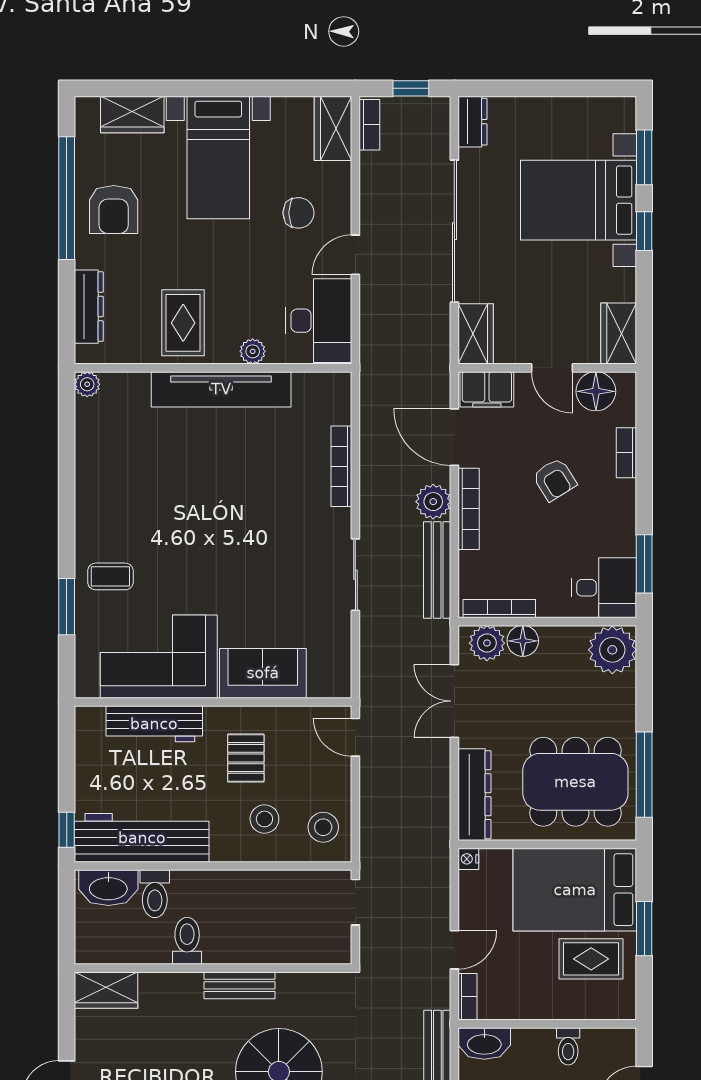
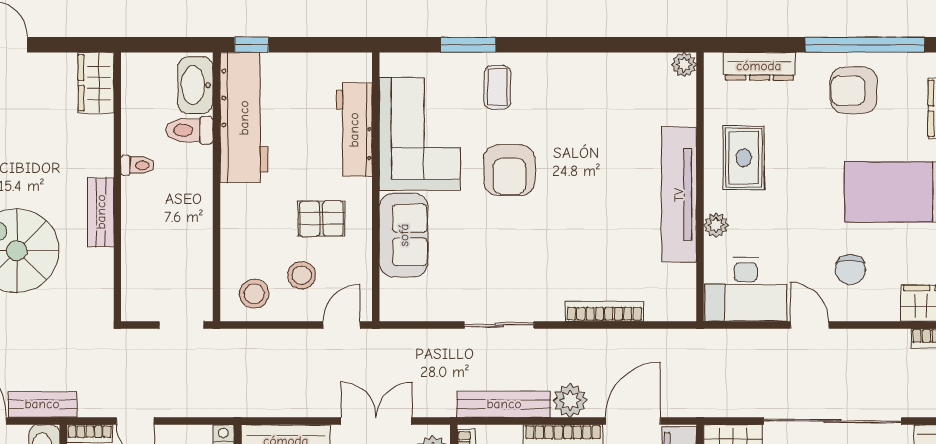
rug: (183, 323) -> (744, 158), turned 90
armchair: (196, 564) -> (509, 170), added
stool: (264, 819) -> (302, 275), moved
toilet: (187, 941) -> (138, 165), width x0.73, depth x0.72

